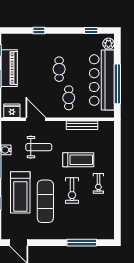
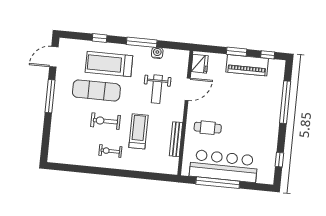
window: (39, 30) -> (285, 102), width x3.17
plant: (108, 44) -> (263, 177), removed
cafe table: (59, 69) -> (240, 120), removed
treadmill: (78, 160) -> (138, 131), turned 180
window: (82, 243) -> (50, 96), moved

